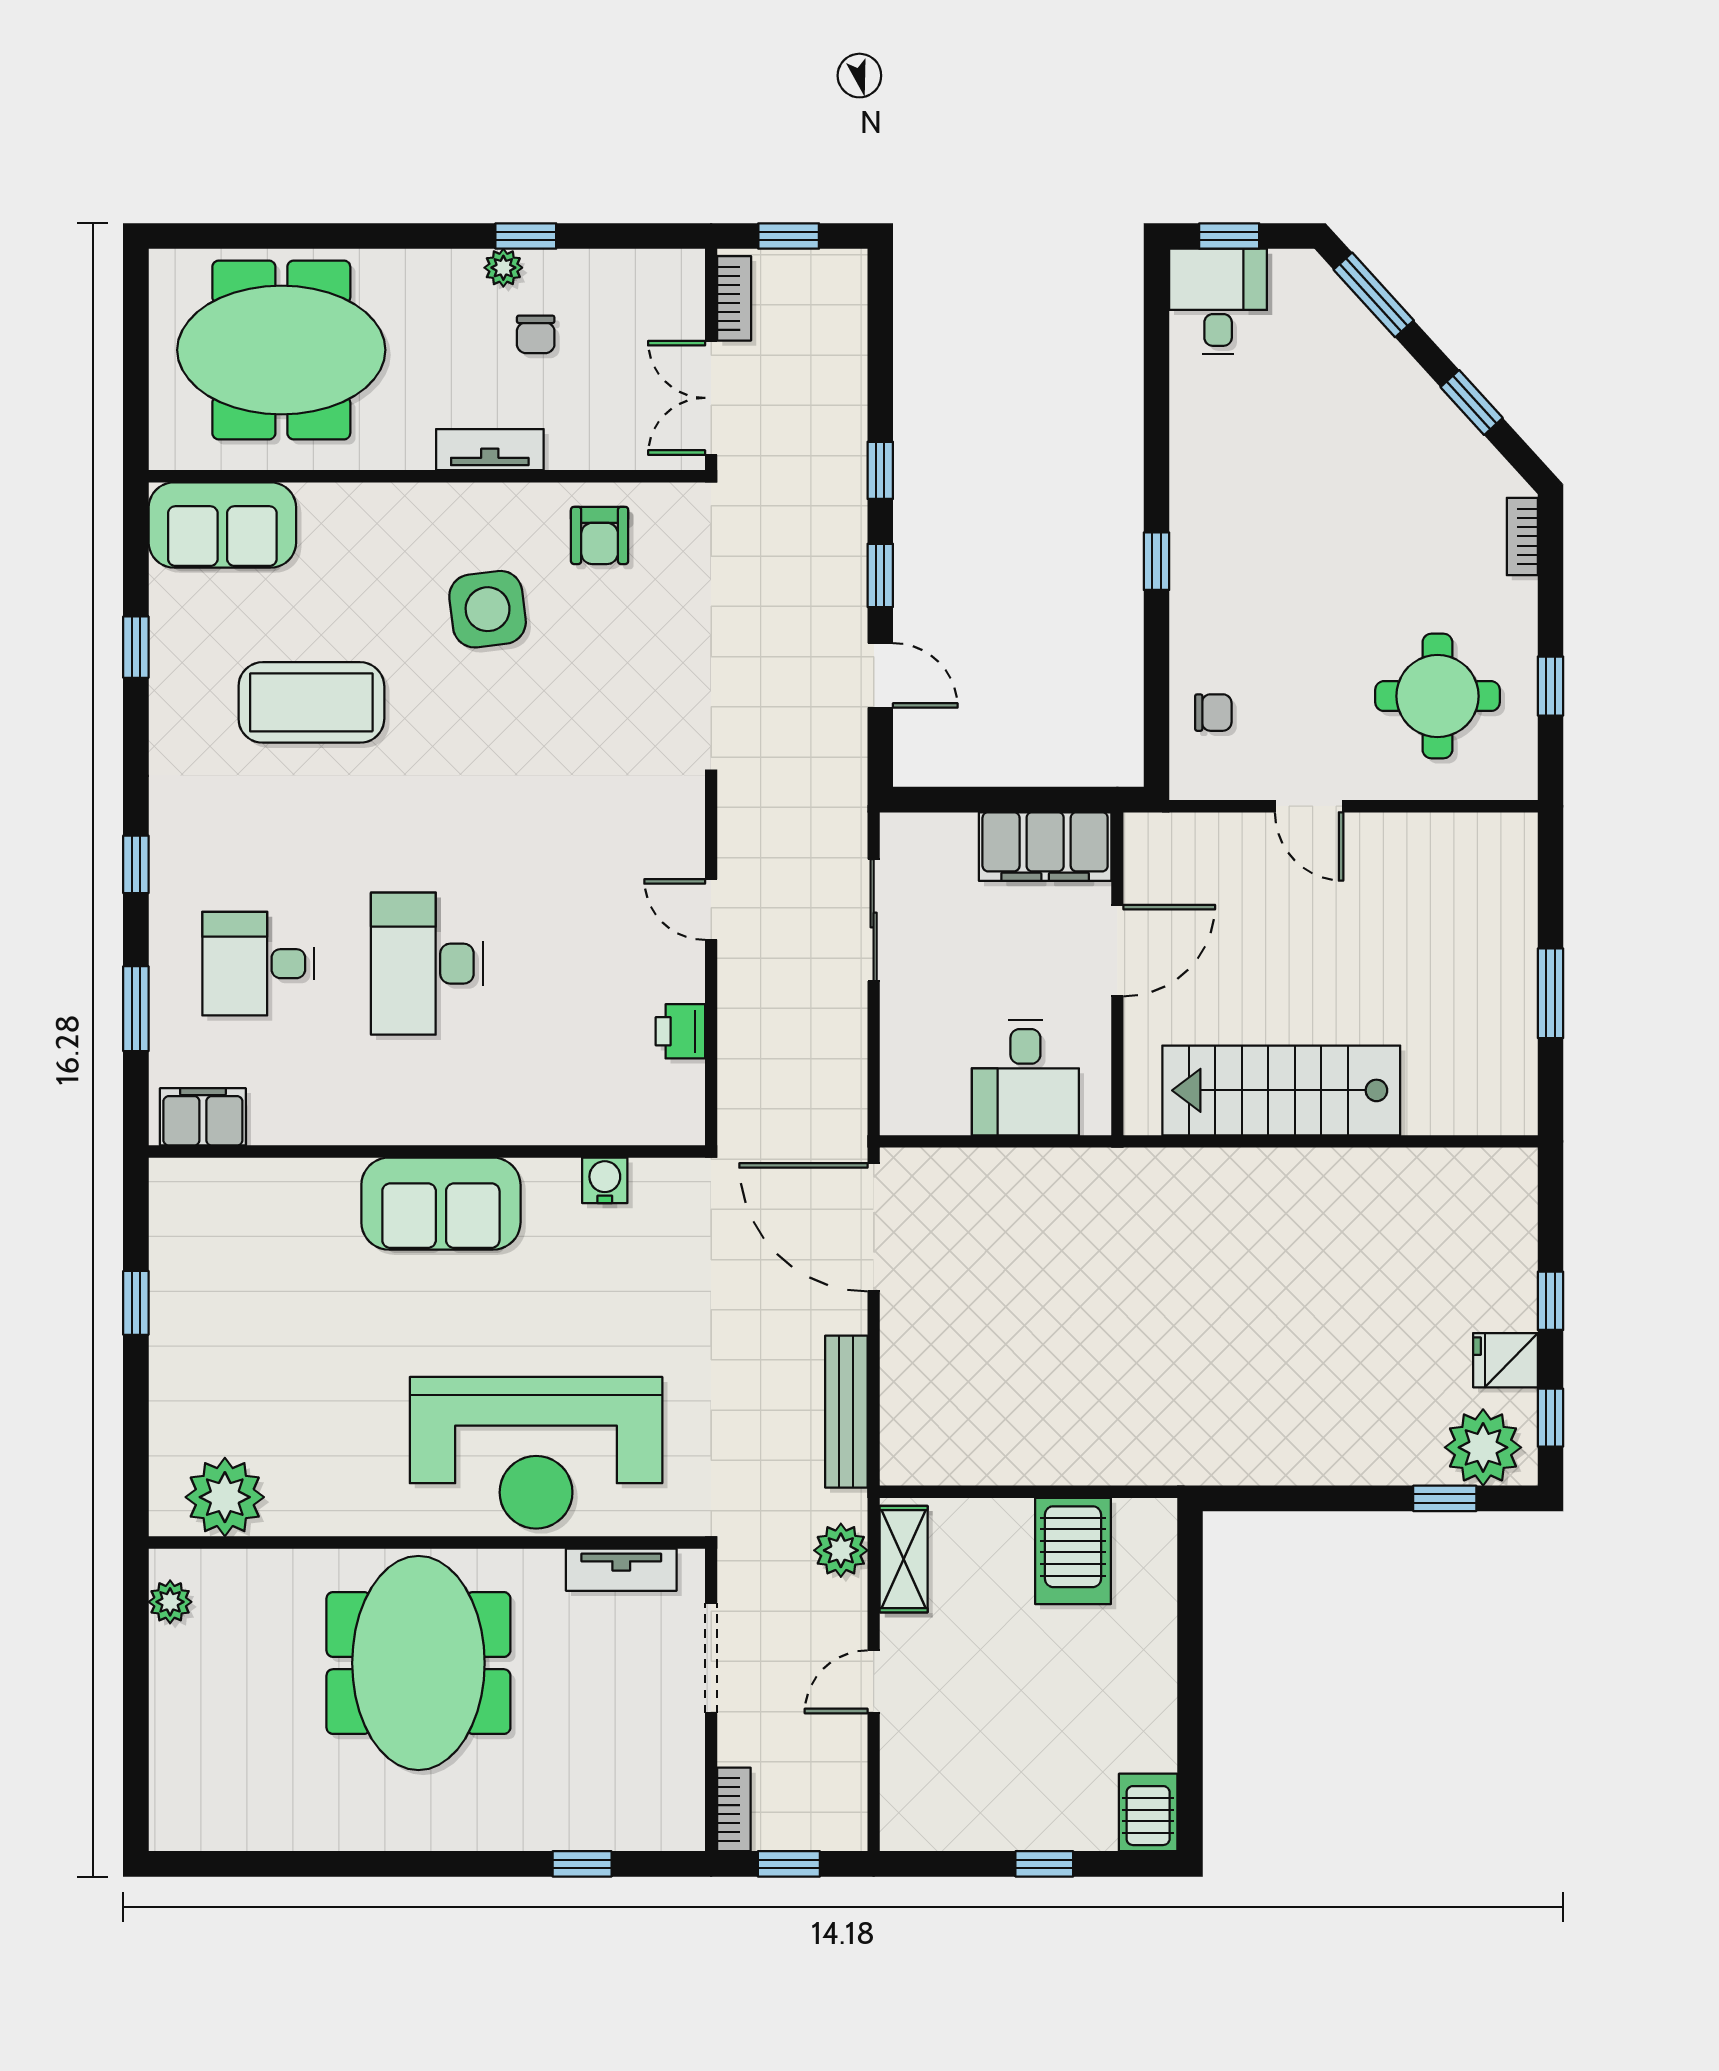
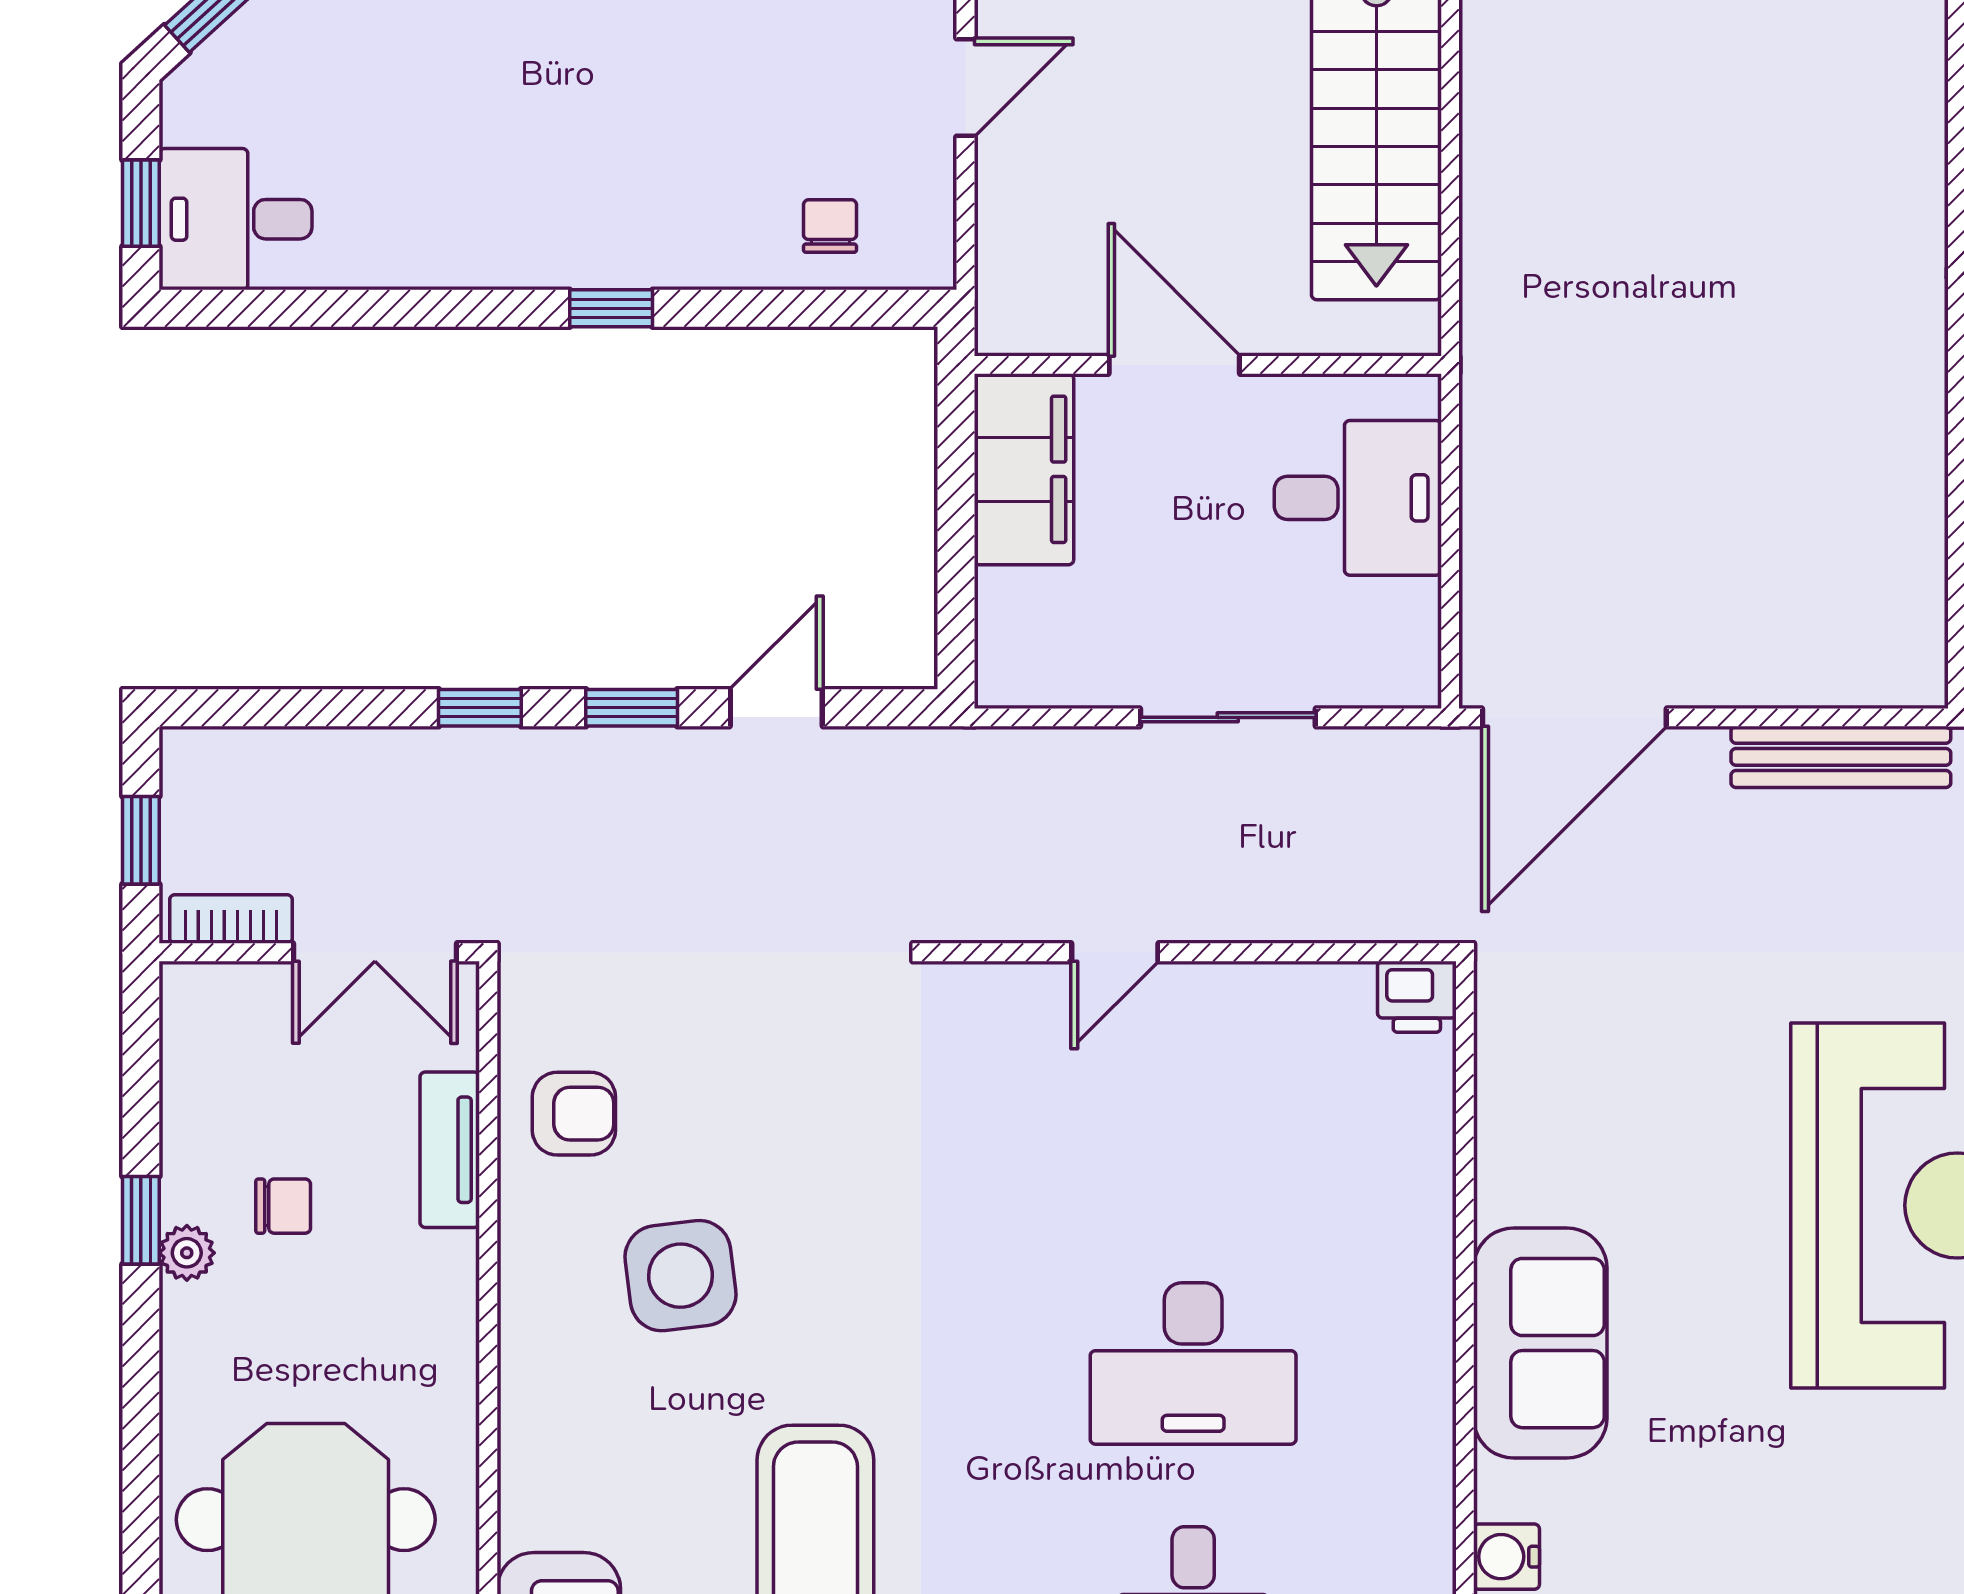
tv unit: (490, 450) -> (450, 1150), moved
sliding door: (874, 920) -> (1228, 717), moved
printer: (680, 1031) -> (1417, 997), moved
water cooler: (605, 1180) -> (1506, 1557), moved

